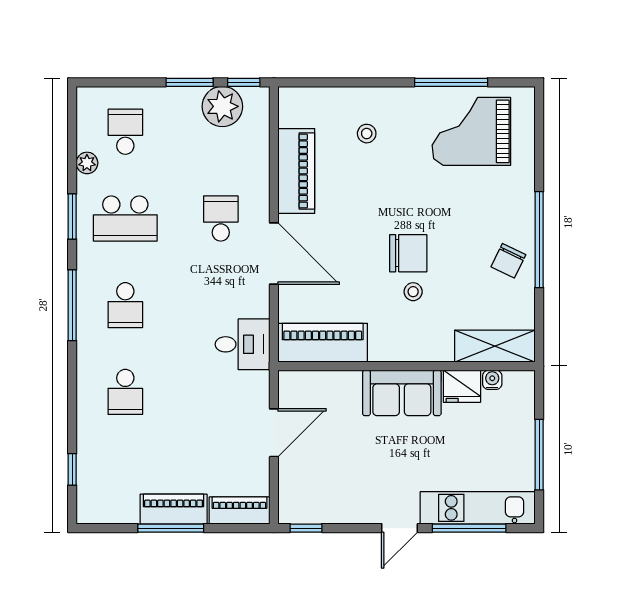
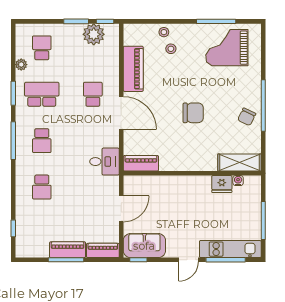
school desk: (125, 218) -> (42, 94), turned 180
stool: (413, 292) -> (164, 32), moved
piano: (323, 343) -> (141, 163), width x0.73, depth x0.75
sofa: (402, 393) -> (144, 246), moved, turned 180

